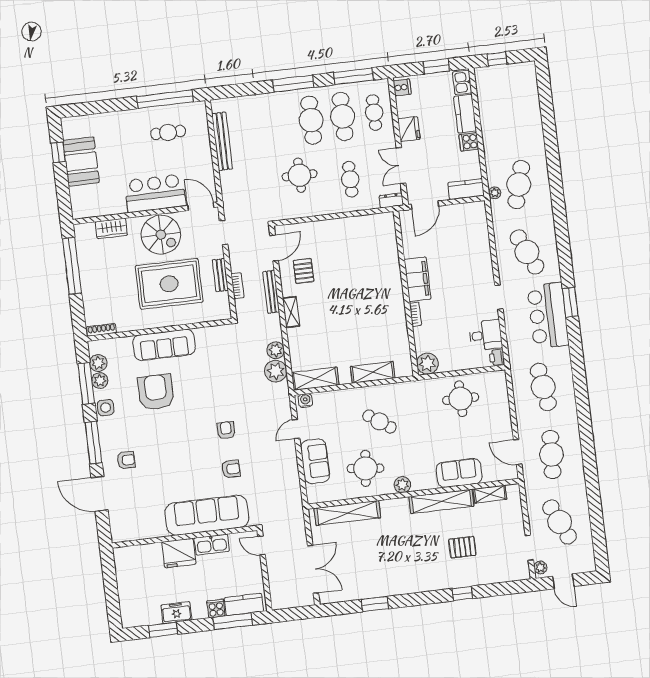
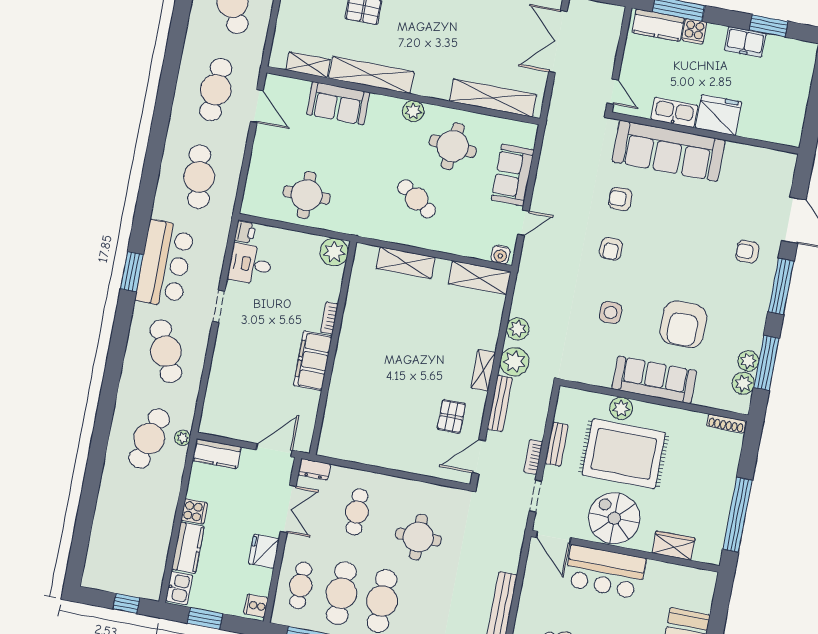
bookcase: (237, 286) -> (533, 457), moved
plant: (182, 316) -> (621, 408), added
plant: (276, 371) -> (514, 362), moved
side table: (106, 408) -> (611, 312), moved

